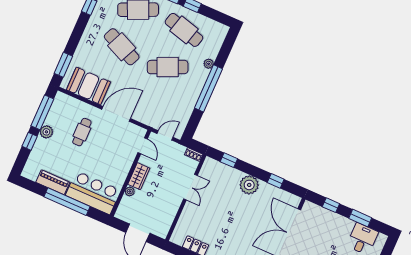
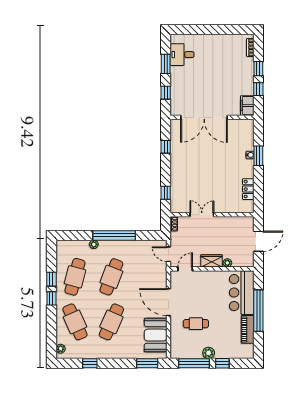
cafe table: (168, 67) -> (111, 277), turned 45
plant: (249, 185) -> (179, 167), removed

